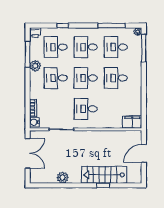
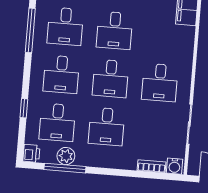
plant: (35, 66) -> (66, 156), moved

